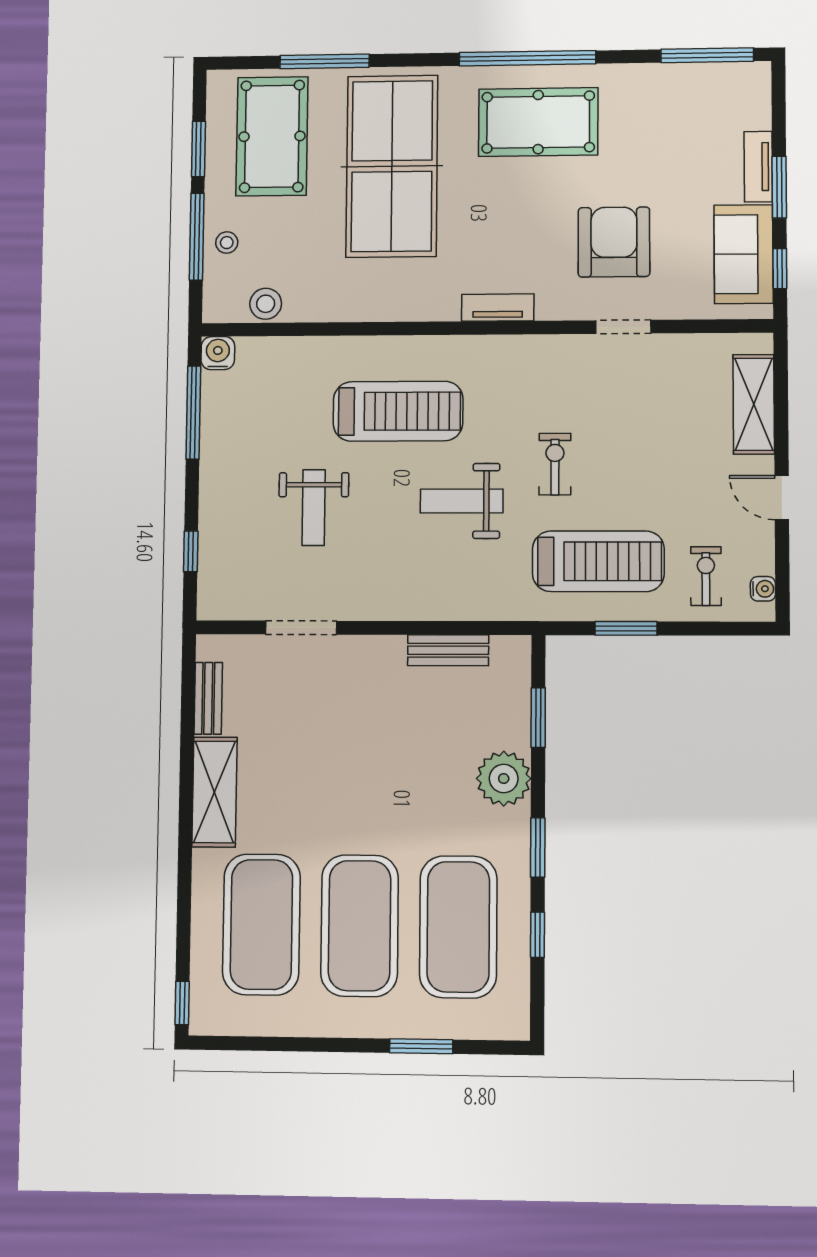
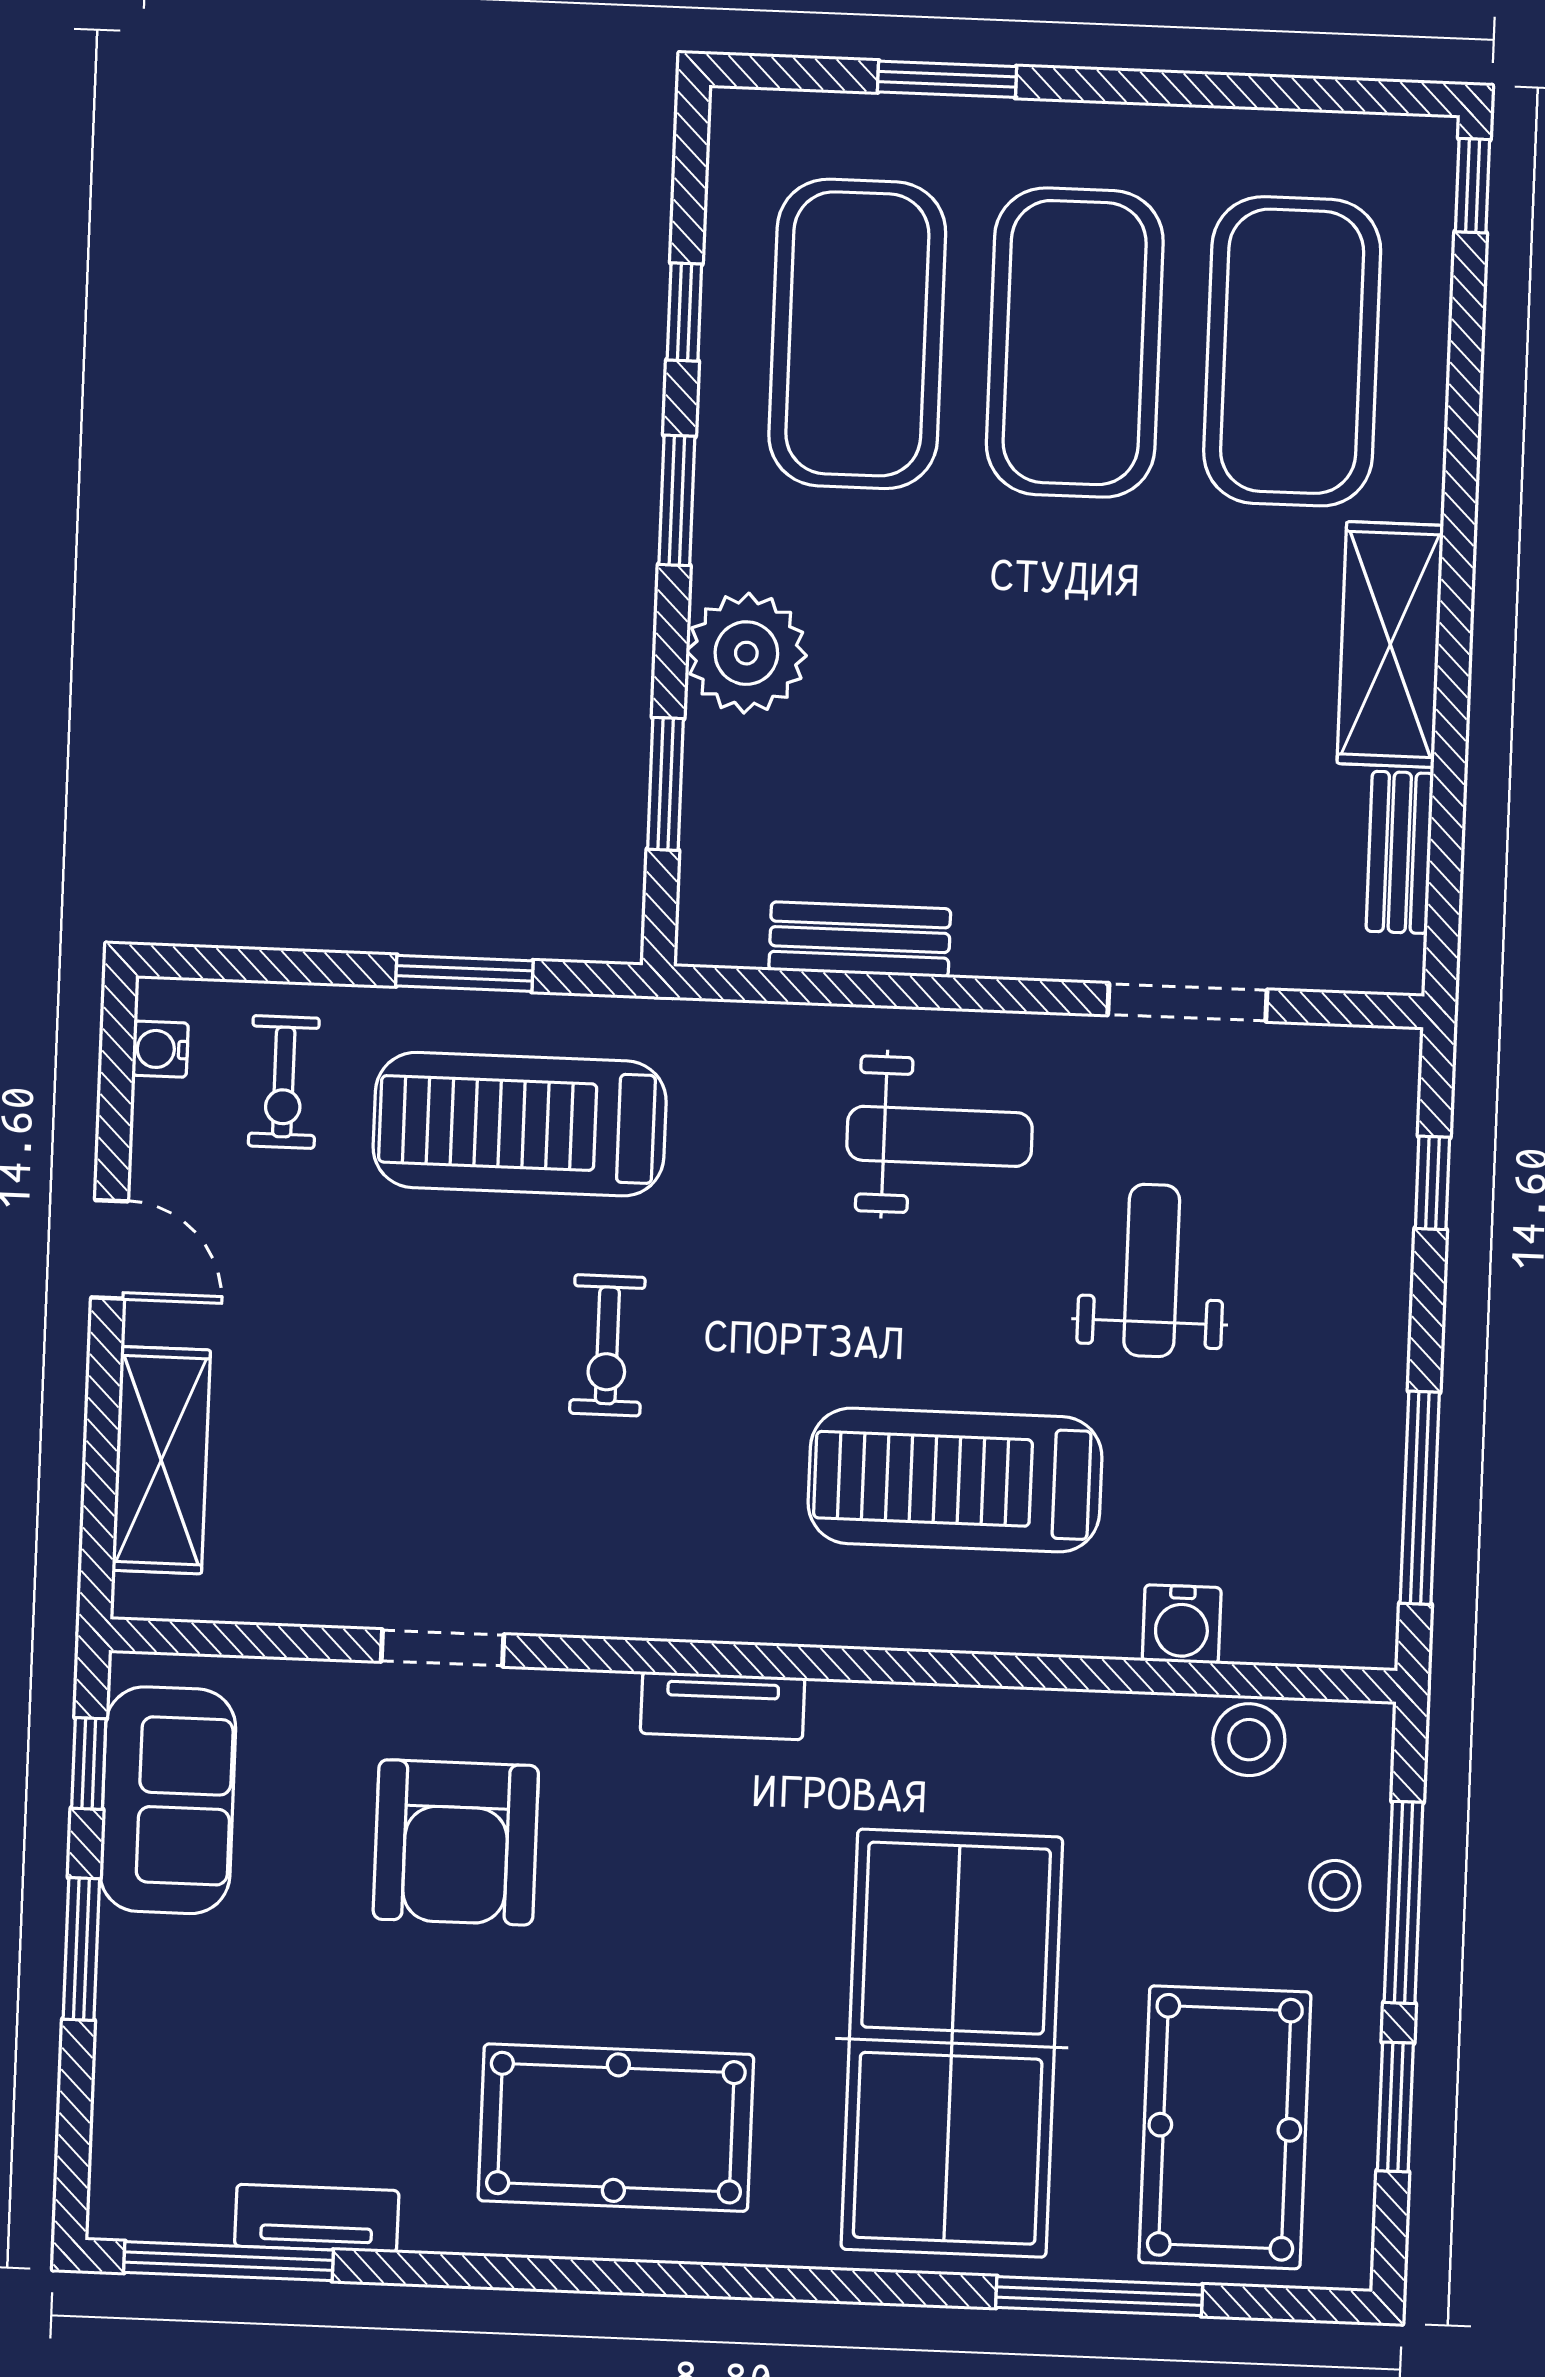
window: (527, 58) -> (635, 2277), removed
tv unit: (758, 167) -> (317, 2218), moved, turned -90
water cooler: (218, 353) -> (1182, 1624), moved
weight bench: (462, 501) -> (939, 1136), moved

